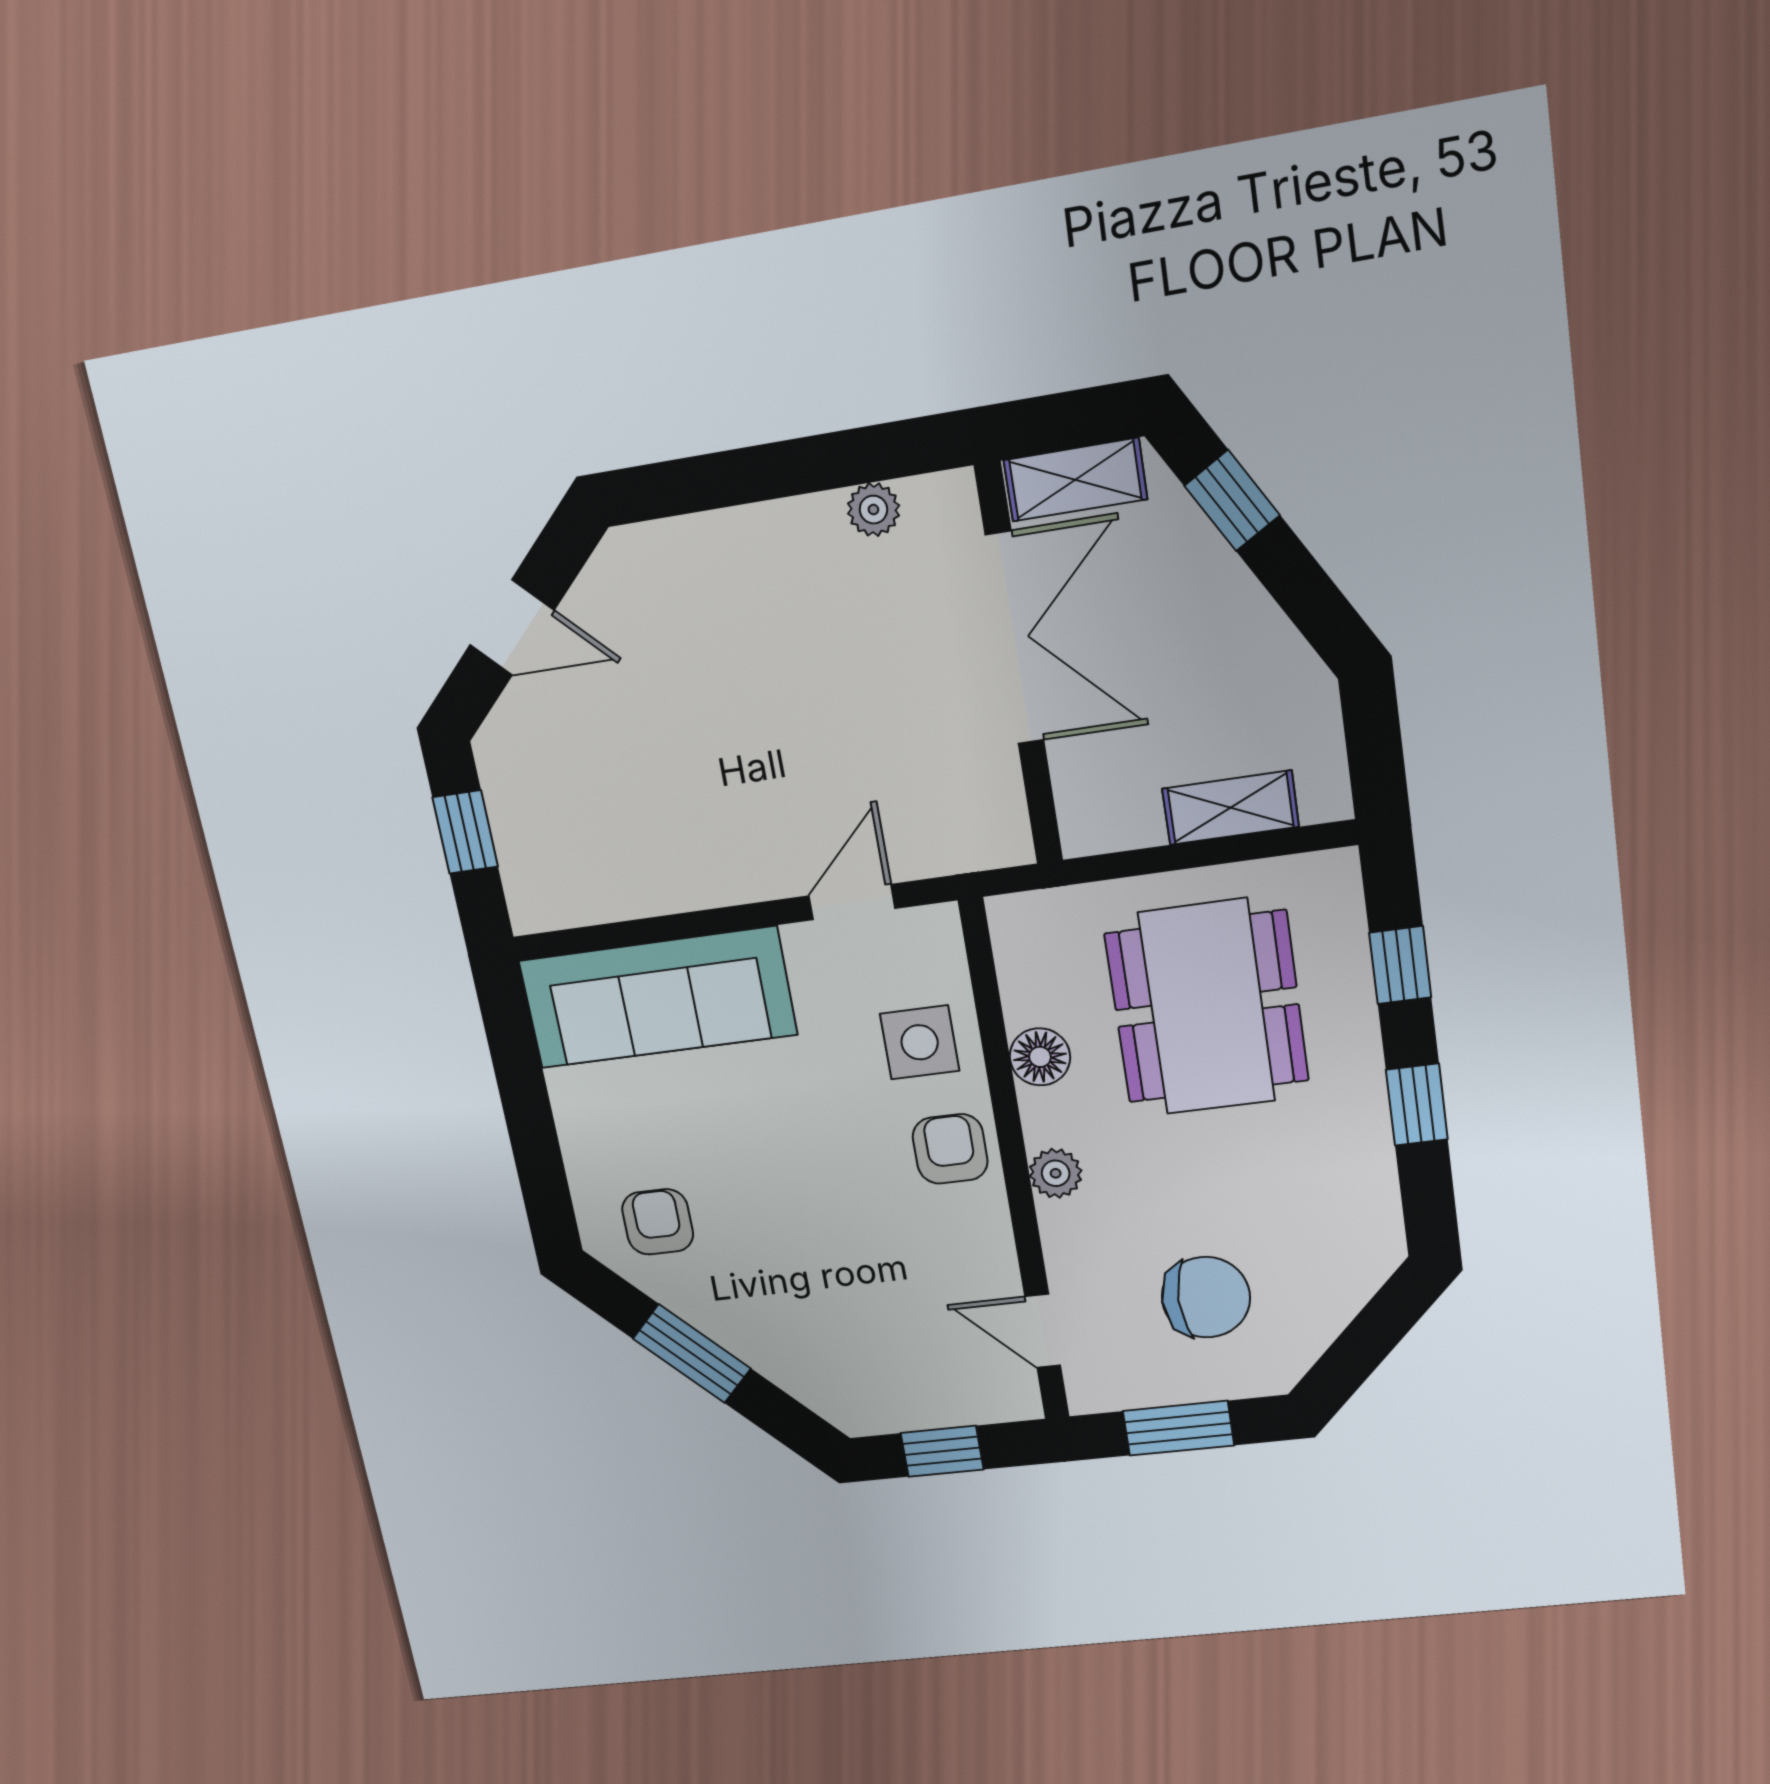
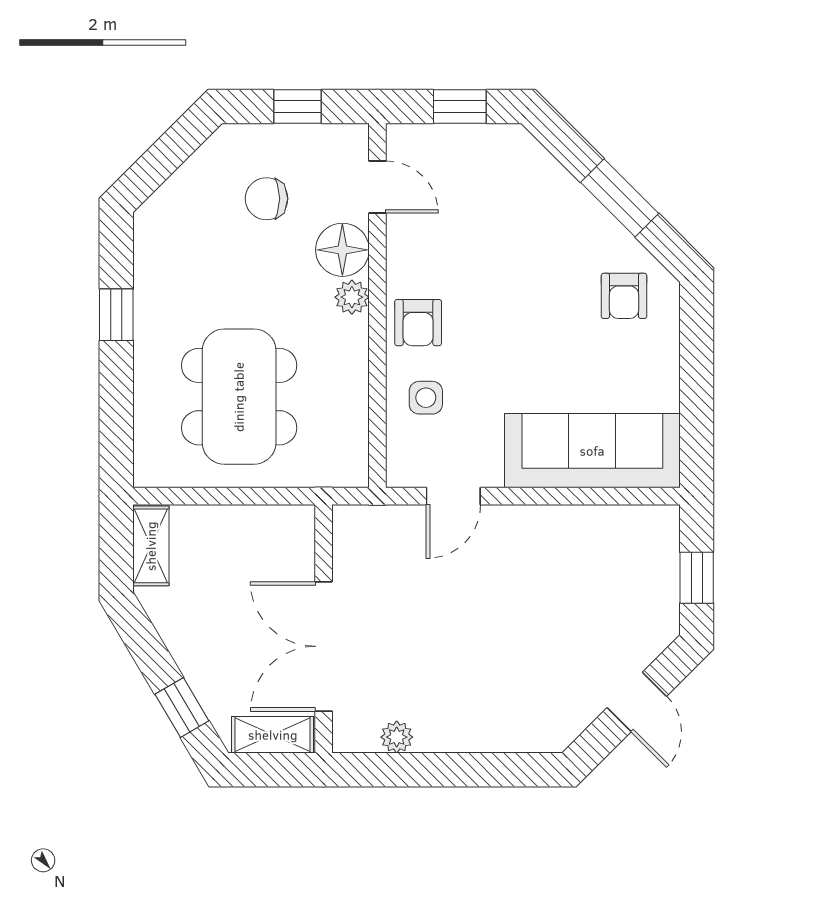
door: (512, 628) -> (637, 702), swing flipped
shelving: (1230, 808) -> (151, 546), moved, turned 90
window: (1400, 965) -> (116, 408), removed
side table: (920, 1042) -> (426, 398), width x0.73, depth x0.73
floor lamp: (1040, 1057) -> (342, 250), moved, width x1.38, depth x1.38
chair: (1206, 1297) -> (266, 199), width x0.73, depth x0.73
window: (1178, 1428) -> (297, 106), width x0.67

